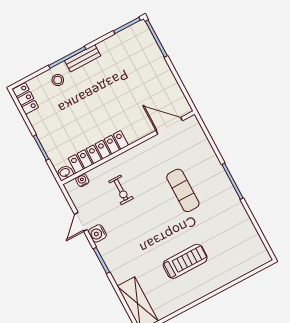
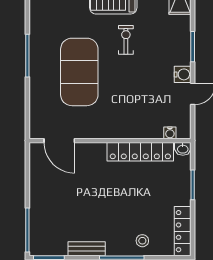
bench: (83, 58) -> (87, 249), moved
locker: (25, 98) -> (183, 231), width x1.53
exercise bike: (121, 190) -> (126, 40), moved
exercise mat: (183, 190) -> (79, 72), width x2.00, depth x1.45

